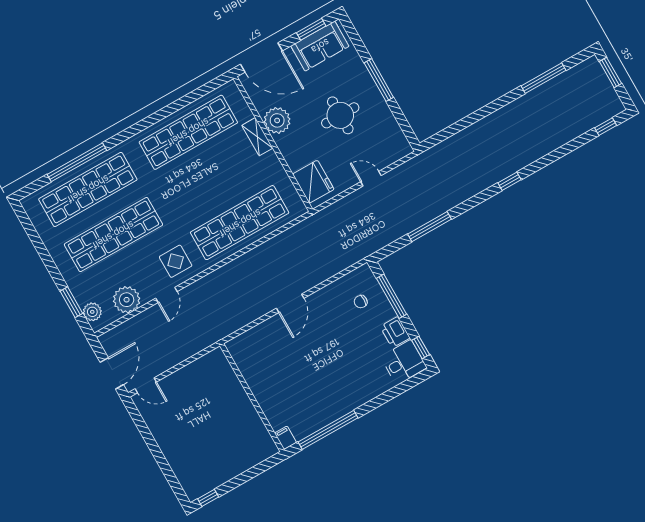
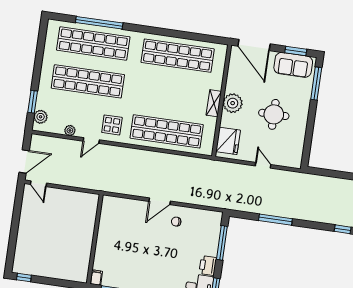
window: (379, 80) -> (316, 83), moved
plant: (277, 120) -> (233, 103), moved
shelving: (257, 137) -> (214, 103), moved
plant: (127, 300) -> (70, 130), width x0.53, depth x0.53
chair: (361, 302) -> (176, 222), moved

